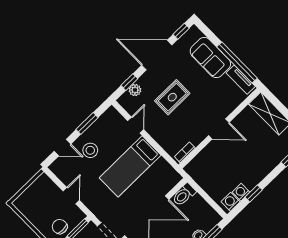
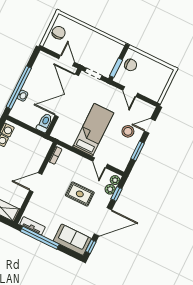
sofa: (210, 58) -> (72, 240), moved
rug: (172, 97) -> (80, 194), turned 90
plant: (125, 99) -> (115, 180), added

